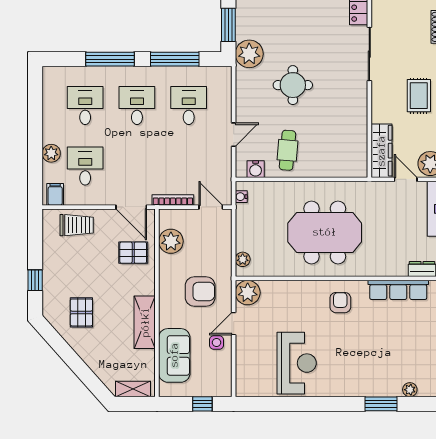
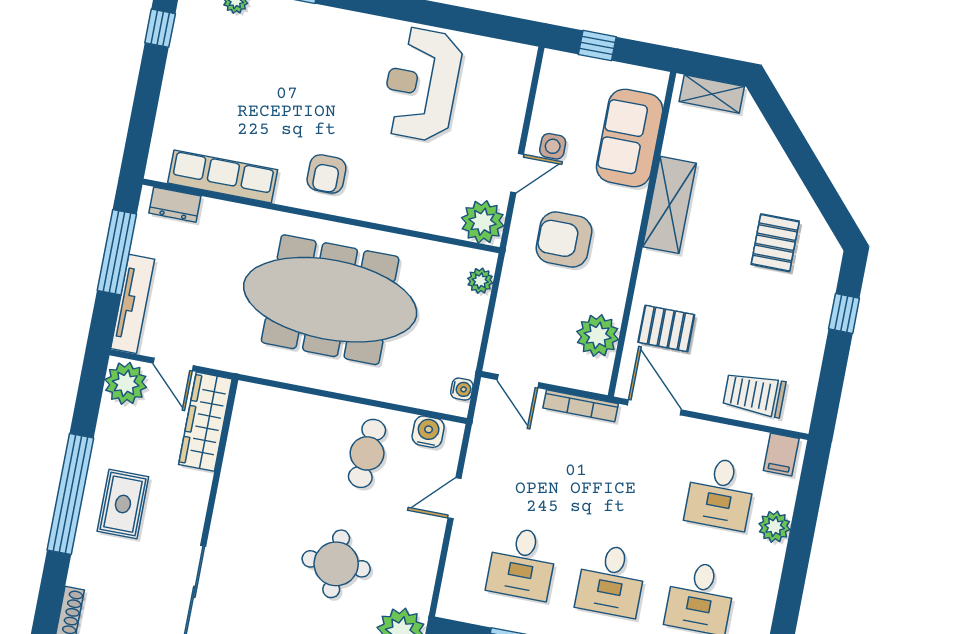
meeting table: (325, 232) -> (330, 300), width x1.36

